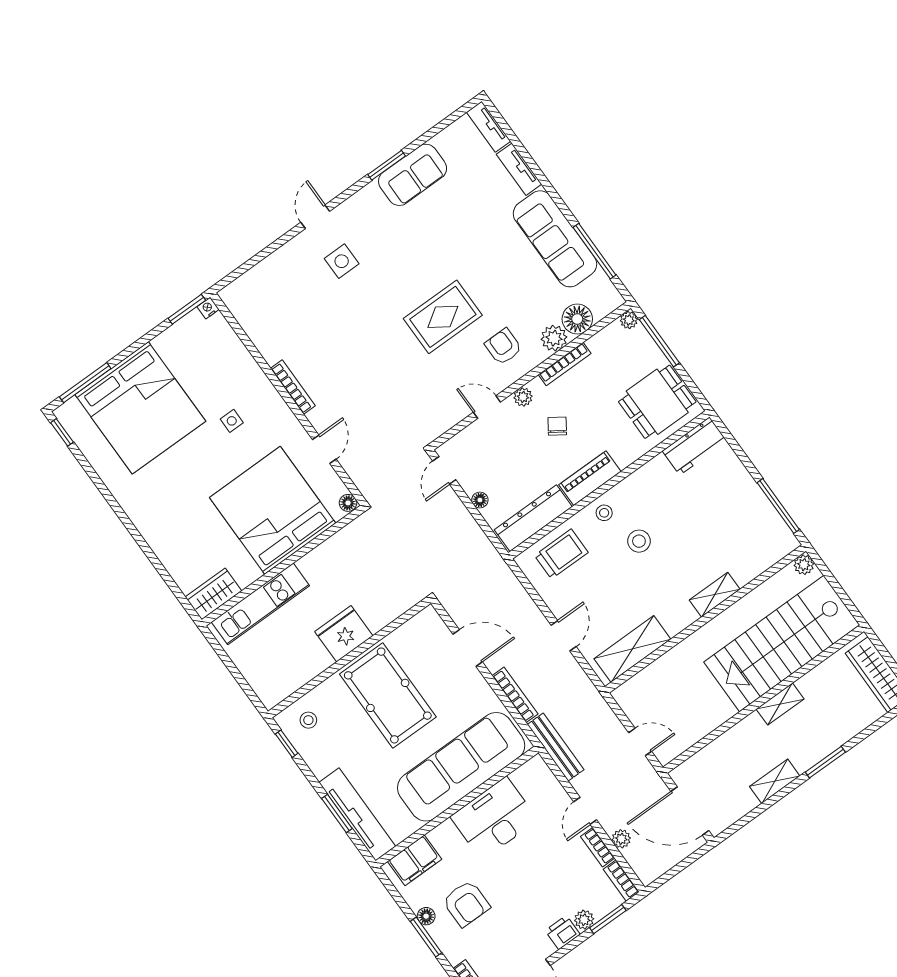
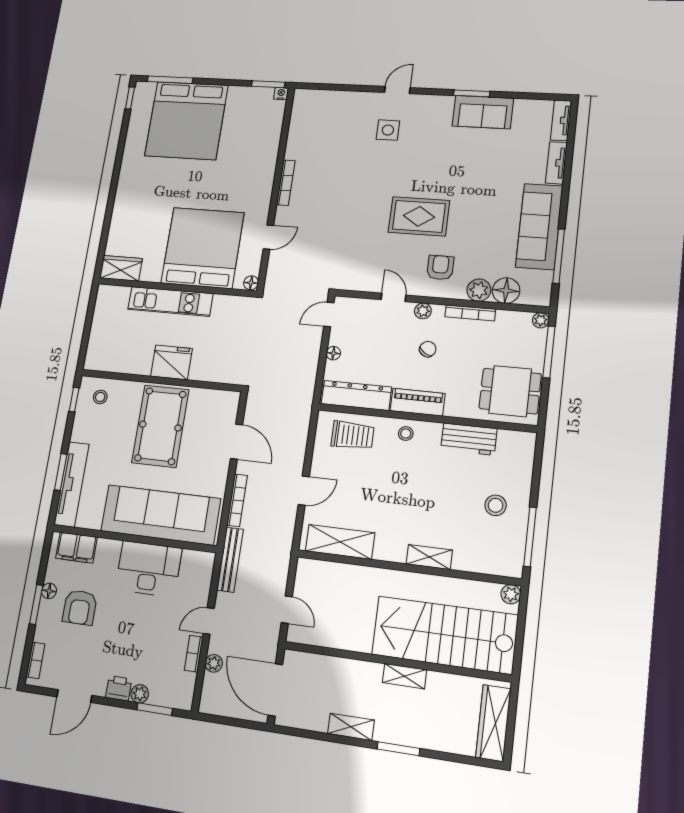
side table: (232, 421) -> (231, 173), removed
workbench: (695, 446) -> (469, 439), moved
stool: (639, 541) -> (496, 505), moved
kitchen unit: (260, 604) -> (170, 301), moved
bookcase: (621, 881) -> (187, 692), removed

